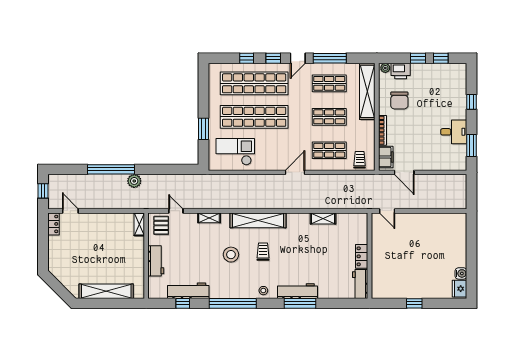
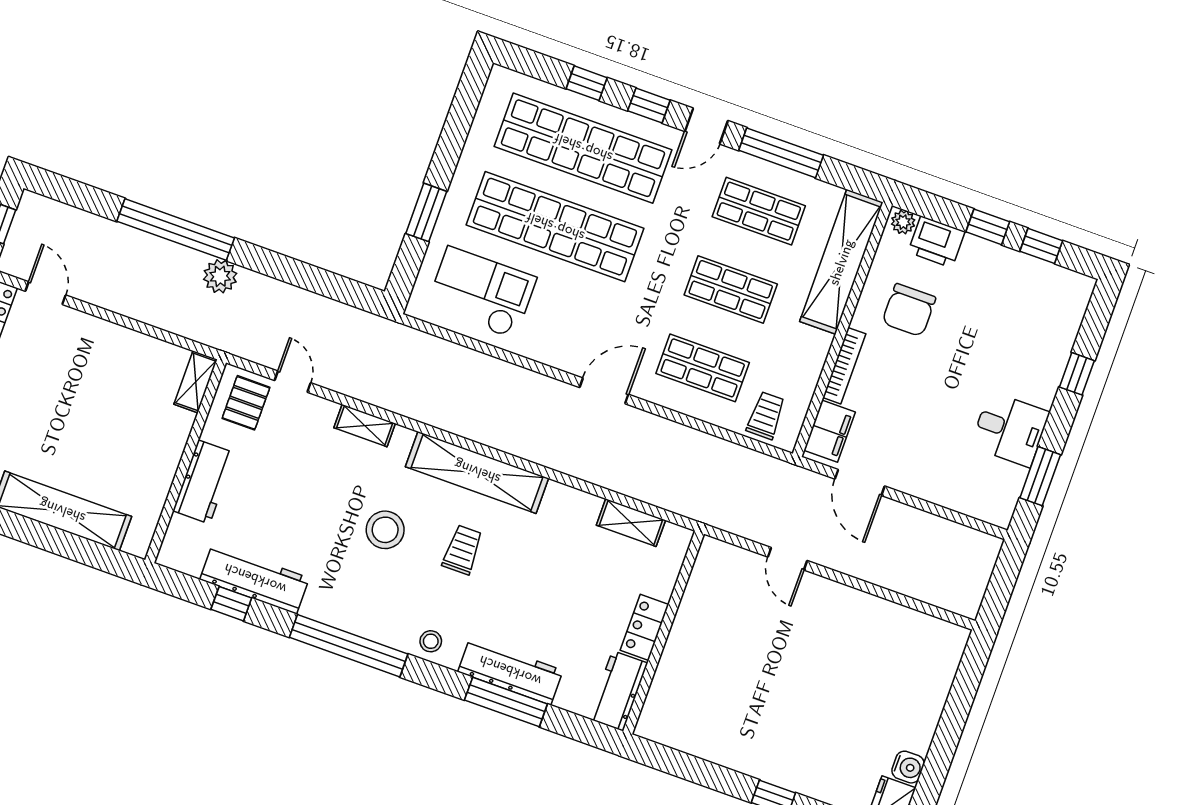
locker: (362, 256) -> (645, 627), moved
wall: (370, 256) -> (664, 632), moved
workbench: (360, 284) -> (618, 691), moved

